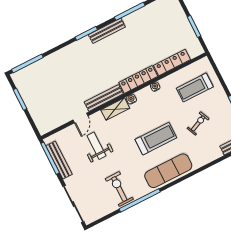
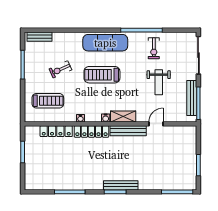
bench: (107, 31) -> (121, 185), moved
weight bench: (96, 146) -> (159, 82), moved
exercise bike: (119, 189) -> (154, 48), width x0.73, depth x0.72

